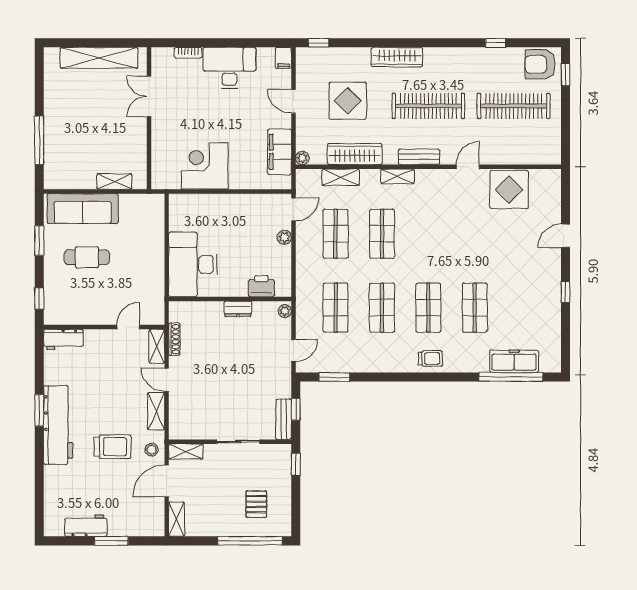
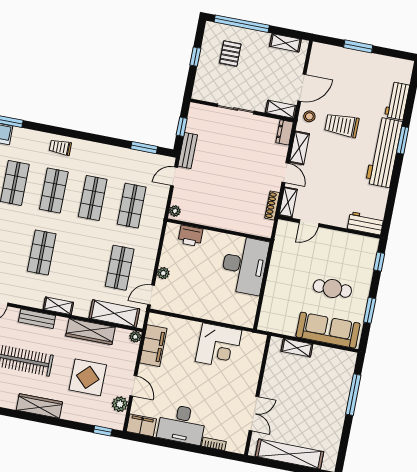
filing cabinet: (283, 58) -> (141, 425), width x2.00
plant: (305, 77) -> (120, 404), added
shelving: (341, 177) -> (114, 313), width x1.50, depth x1.33
shop shelf: (382, 234) -> (42, 252), moved
dresser: (238, 309) -> (285, 132), moved, turned -90
window: (39, 410) -> (403, 140), moved
bench: (284, 419) -> (188, 151), moved
window: (296, 464) -> (195, 57), moved
shelving: (177, 519) -> (285, 43), moved, turned 90
workbench: (86, 526) -> (397, 101), moved, turned 90

